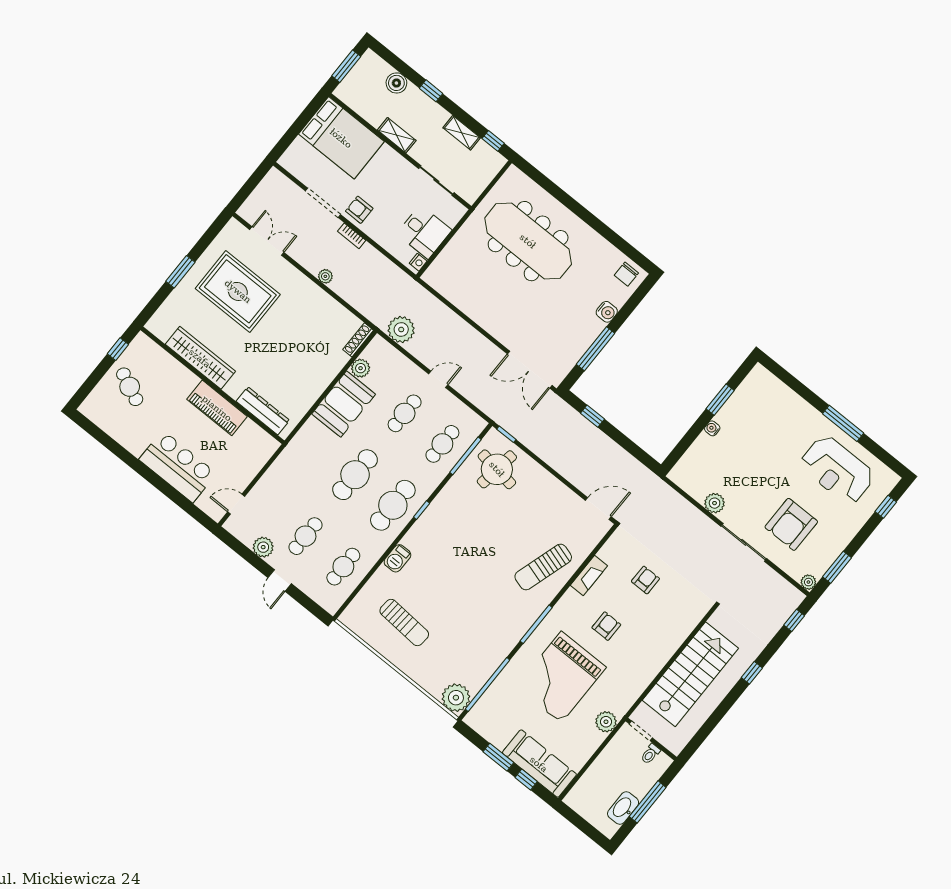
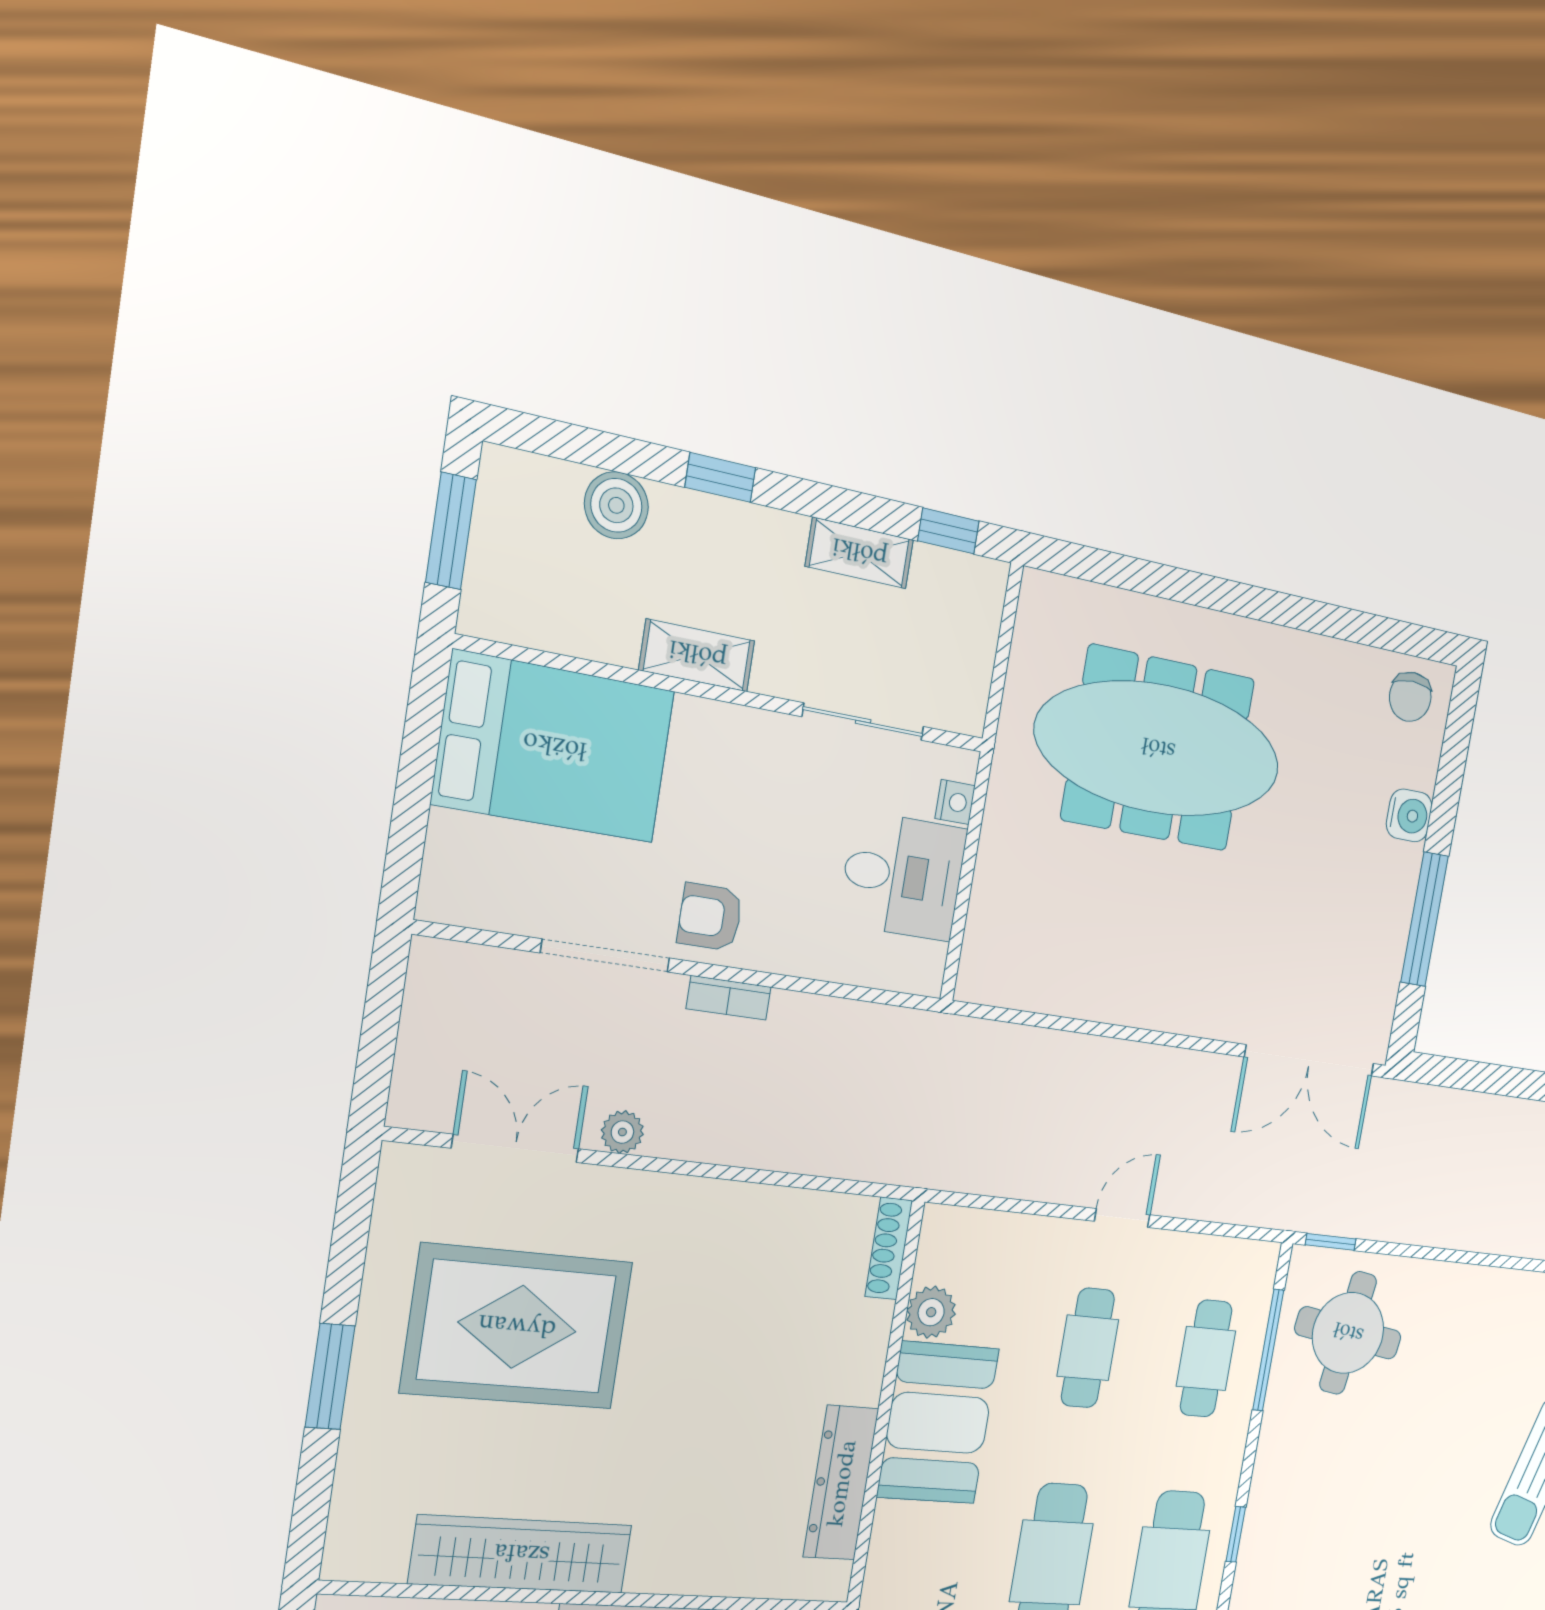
nightstand: (418, 262) -> (955, 802), moved
plant: (325, 276) -> (622, 1132), moved
plant: (401, 329) -> (976, 1156), removed
dresser: (263, 411) -> (841, 1483), moved, turned -90
window: (592, 416) -> (1487, 1078), removed

